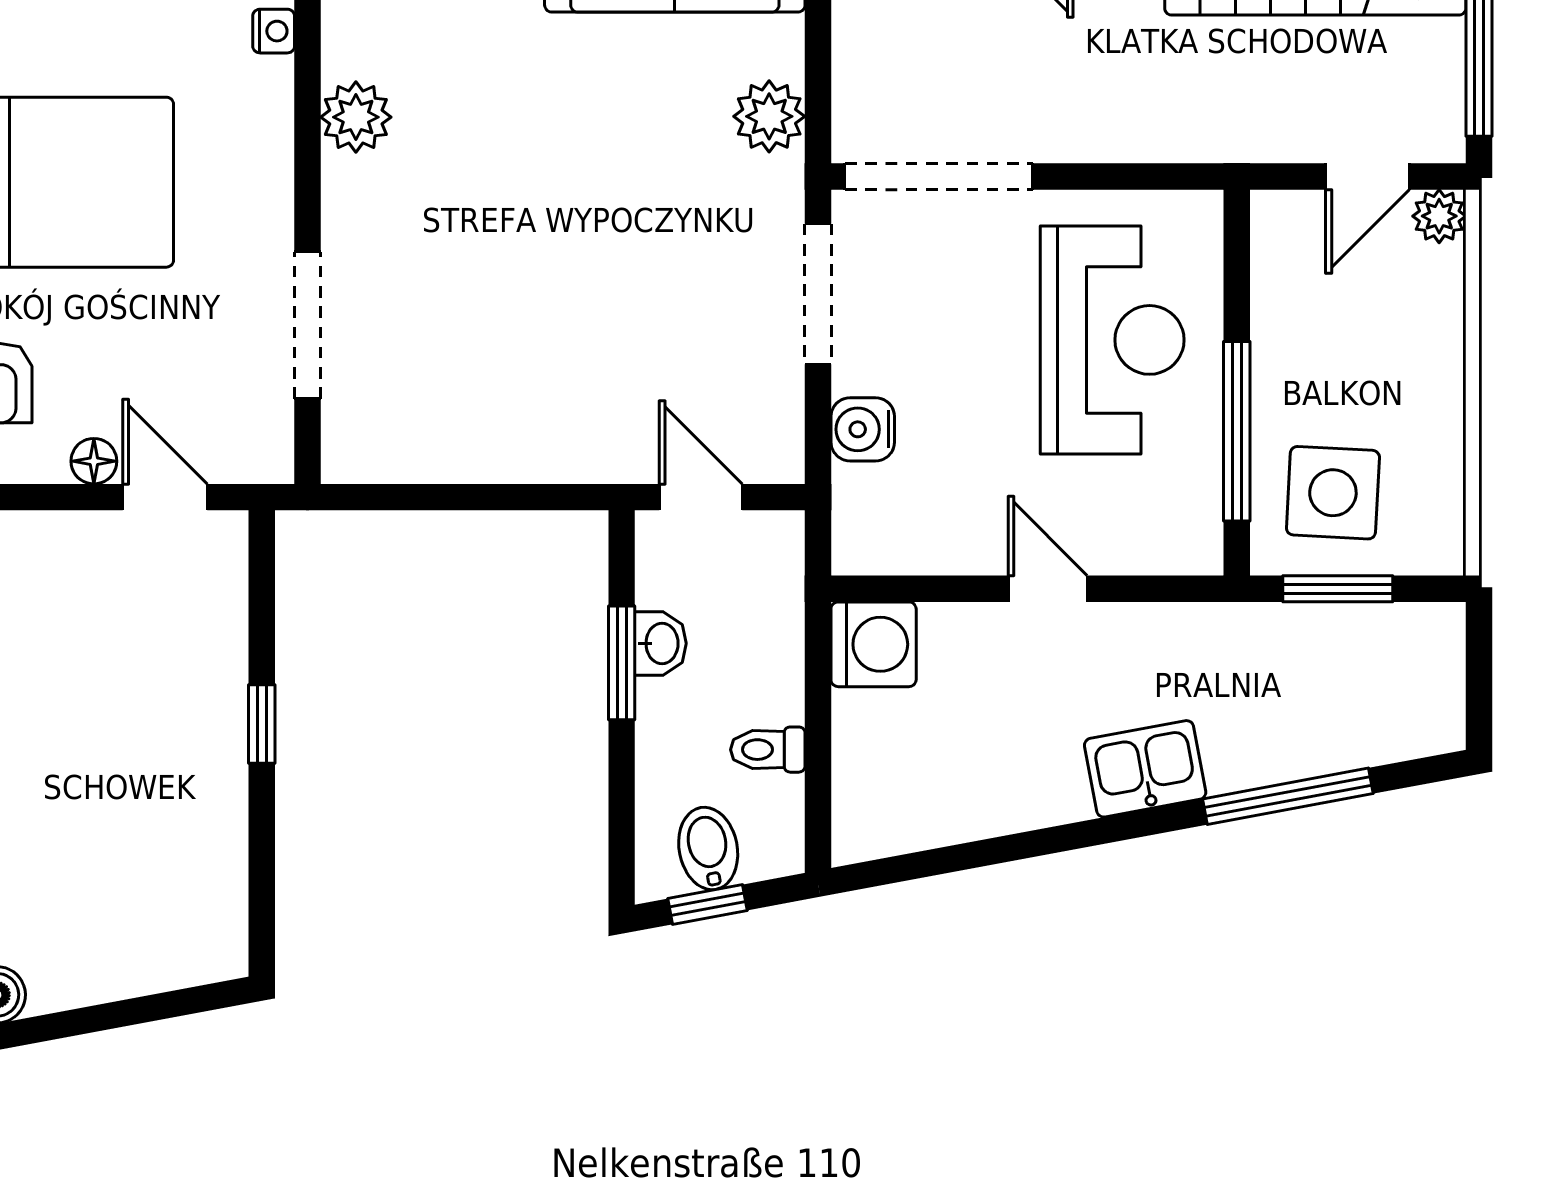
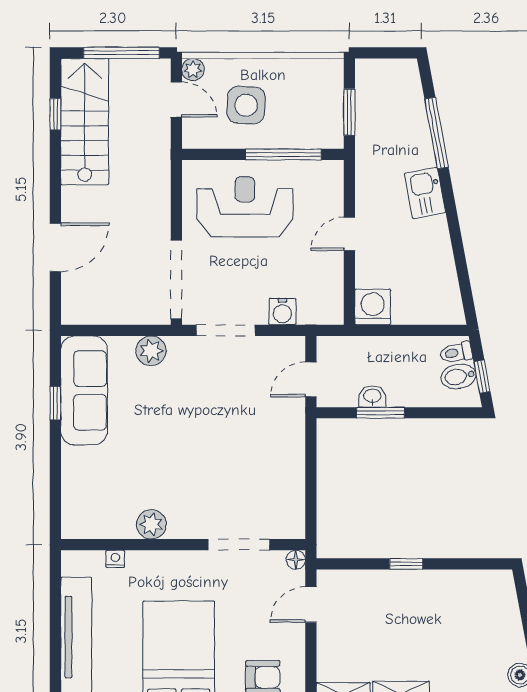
floor lamp: (94, 461) -> (296, 560), moved
side table: (1333, 493) -> (246, 105), moved
toilet: (768, 750) -> (456, 353), moved, turned 79

